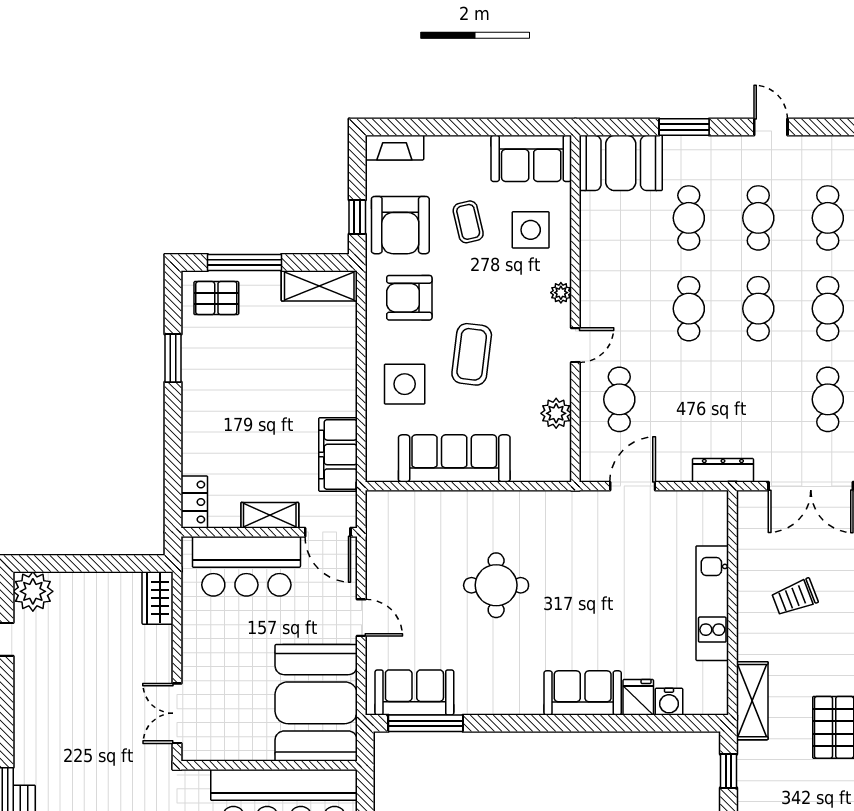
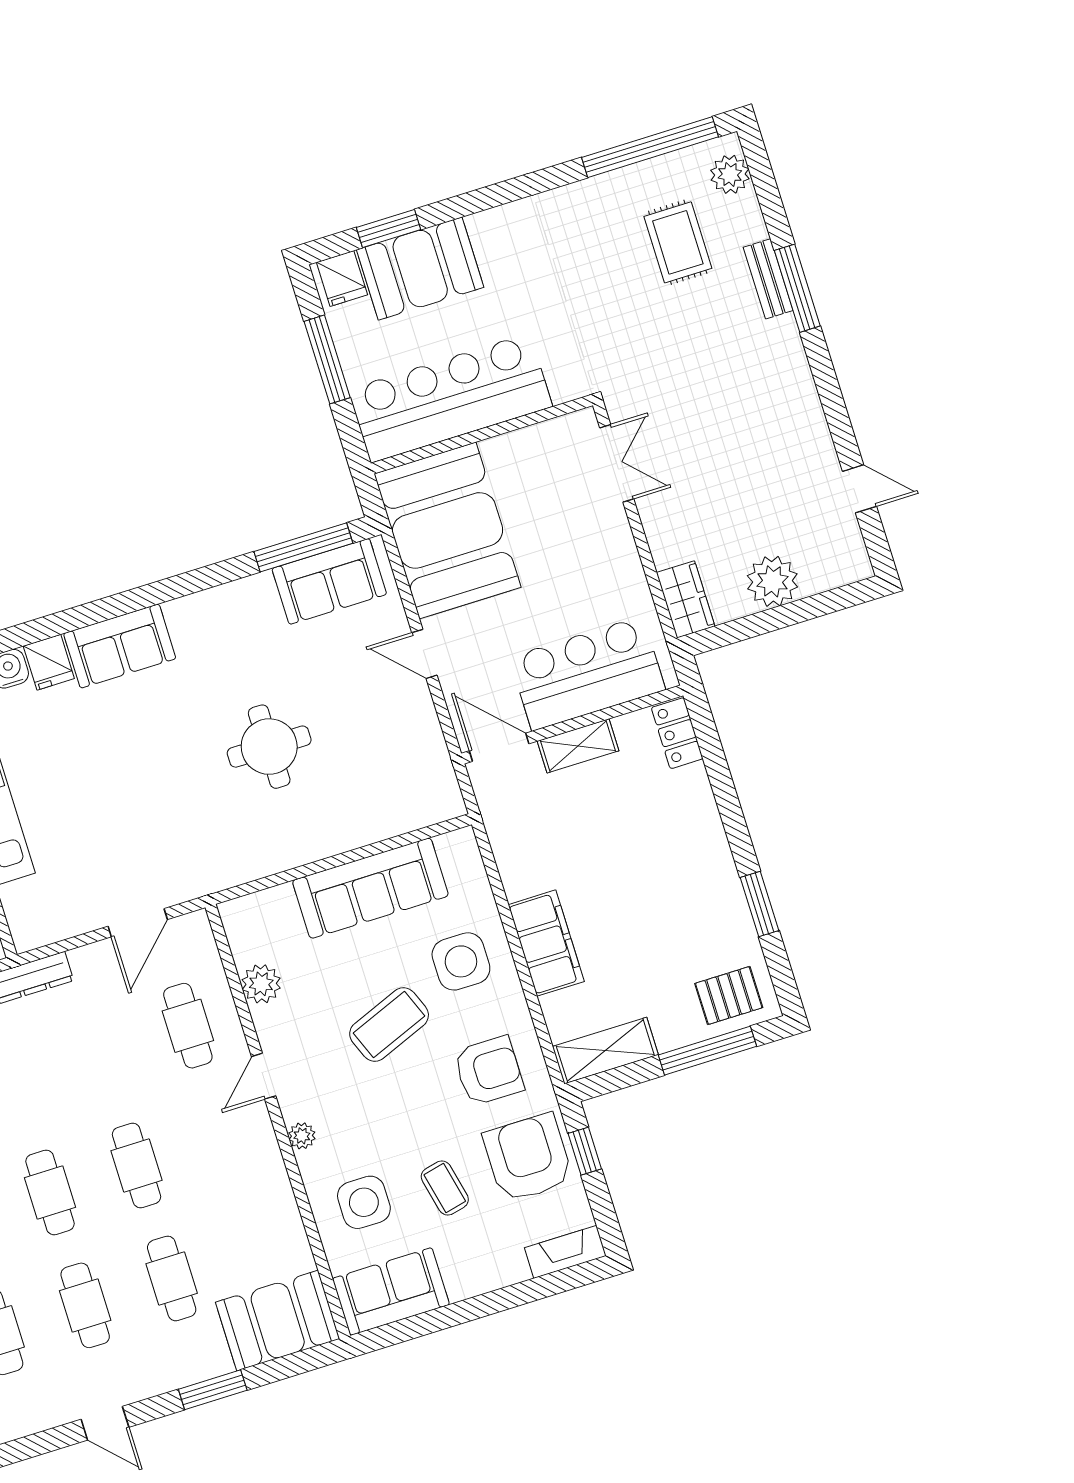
coffee table: (472, 354) -> (389, 1024), turned 61
filing cabinet: (338, 455) -> (546, 943), moved
plant: (33, 591) -> (772, 581), moved

